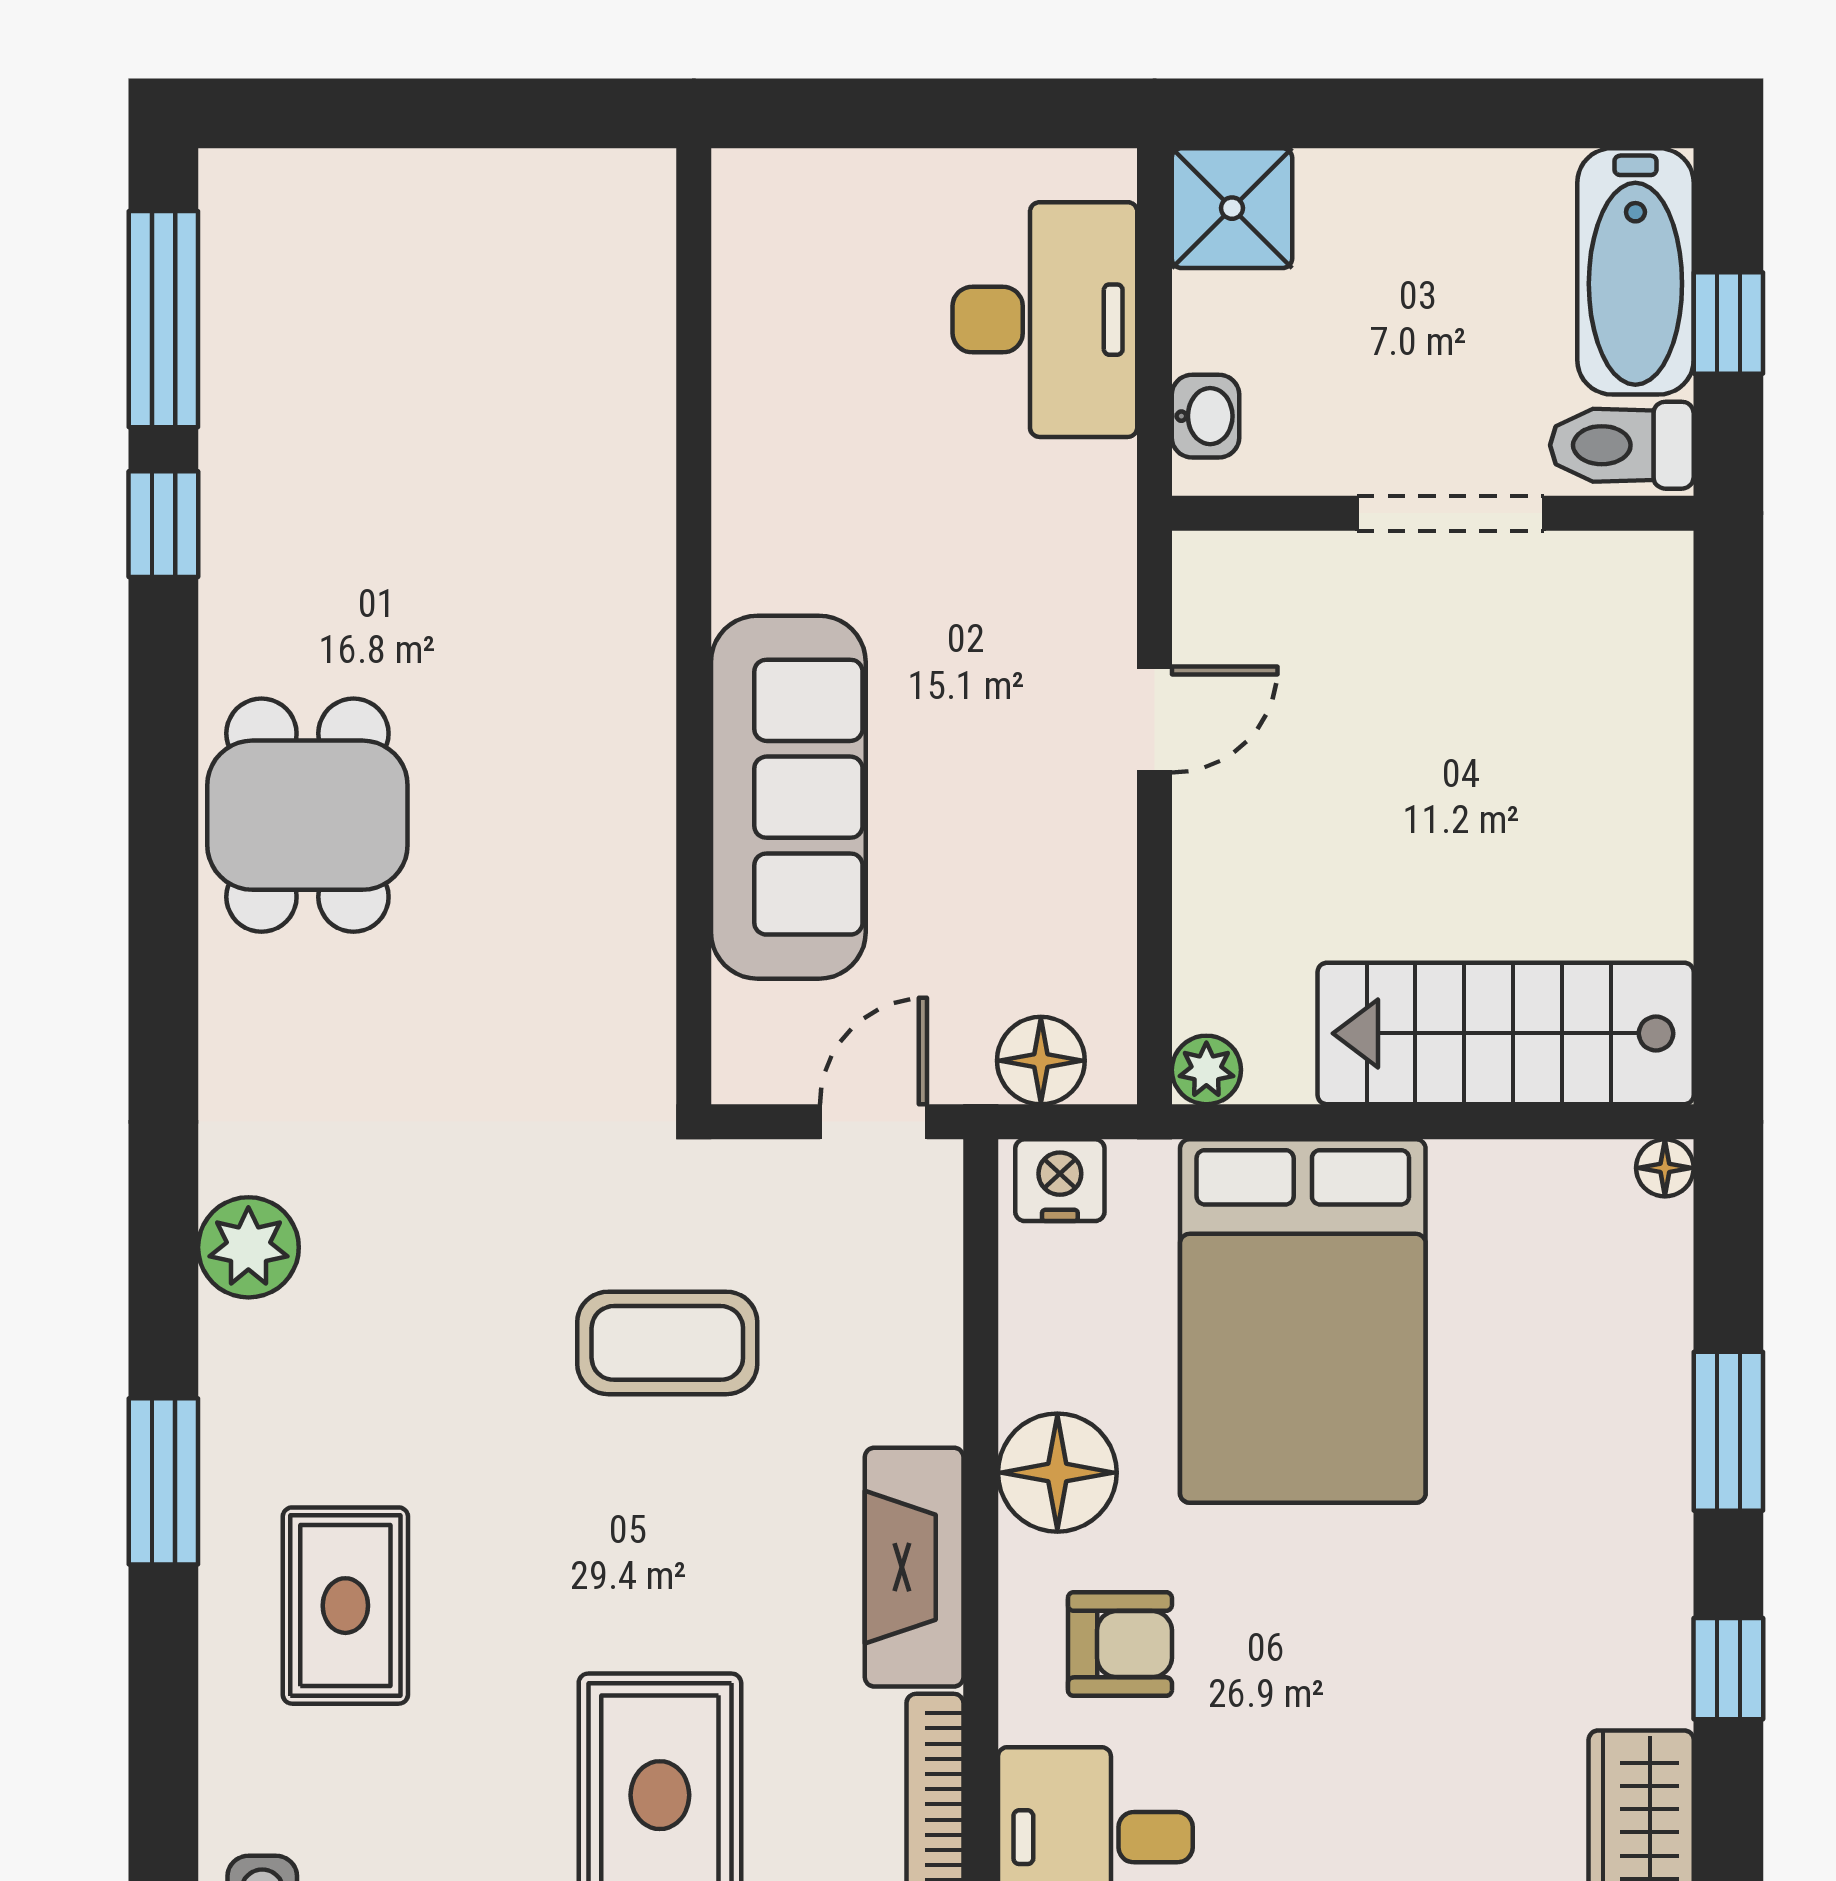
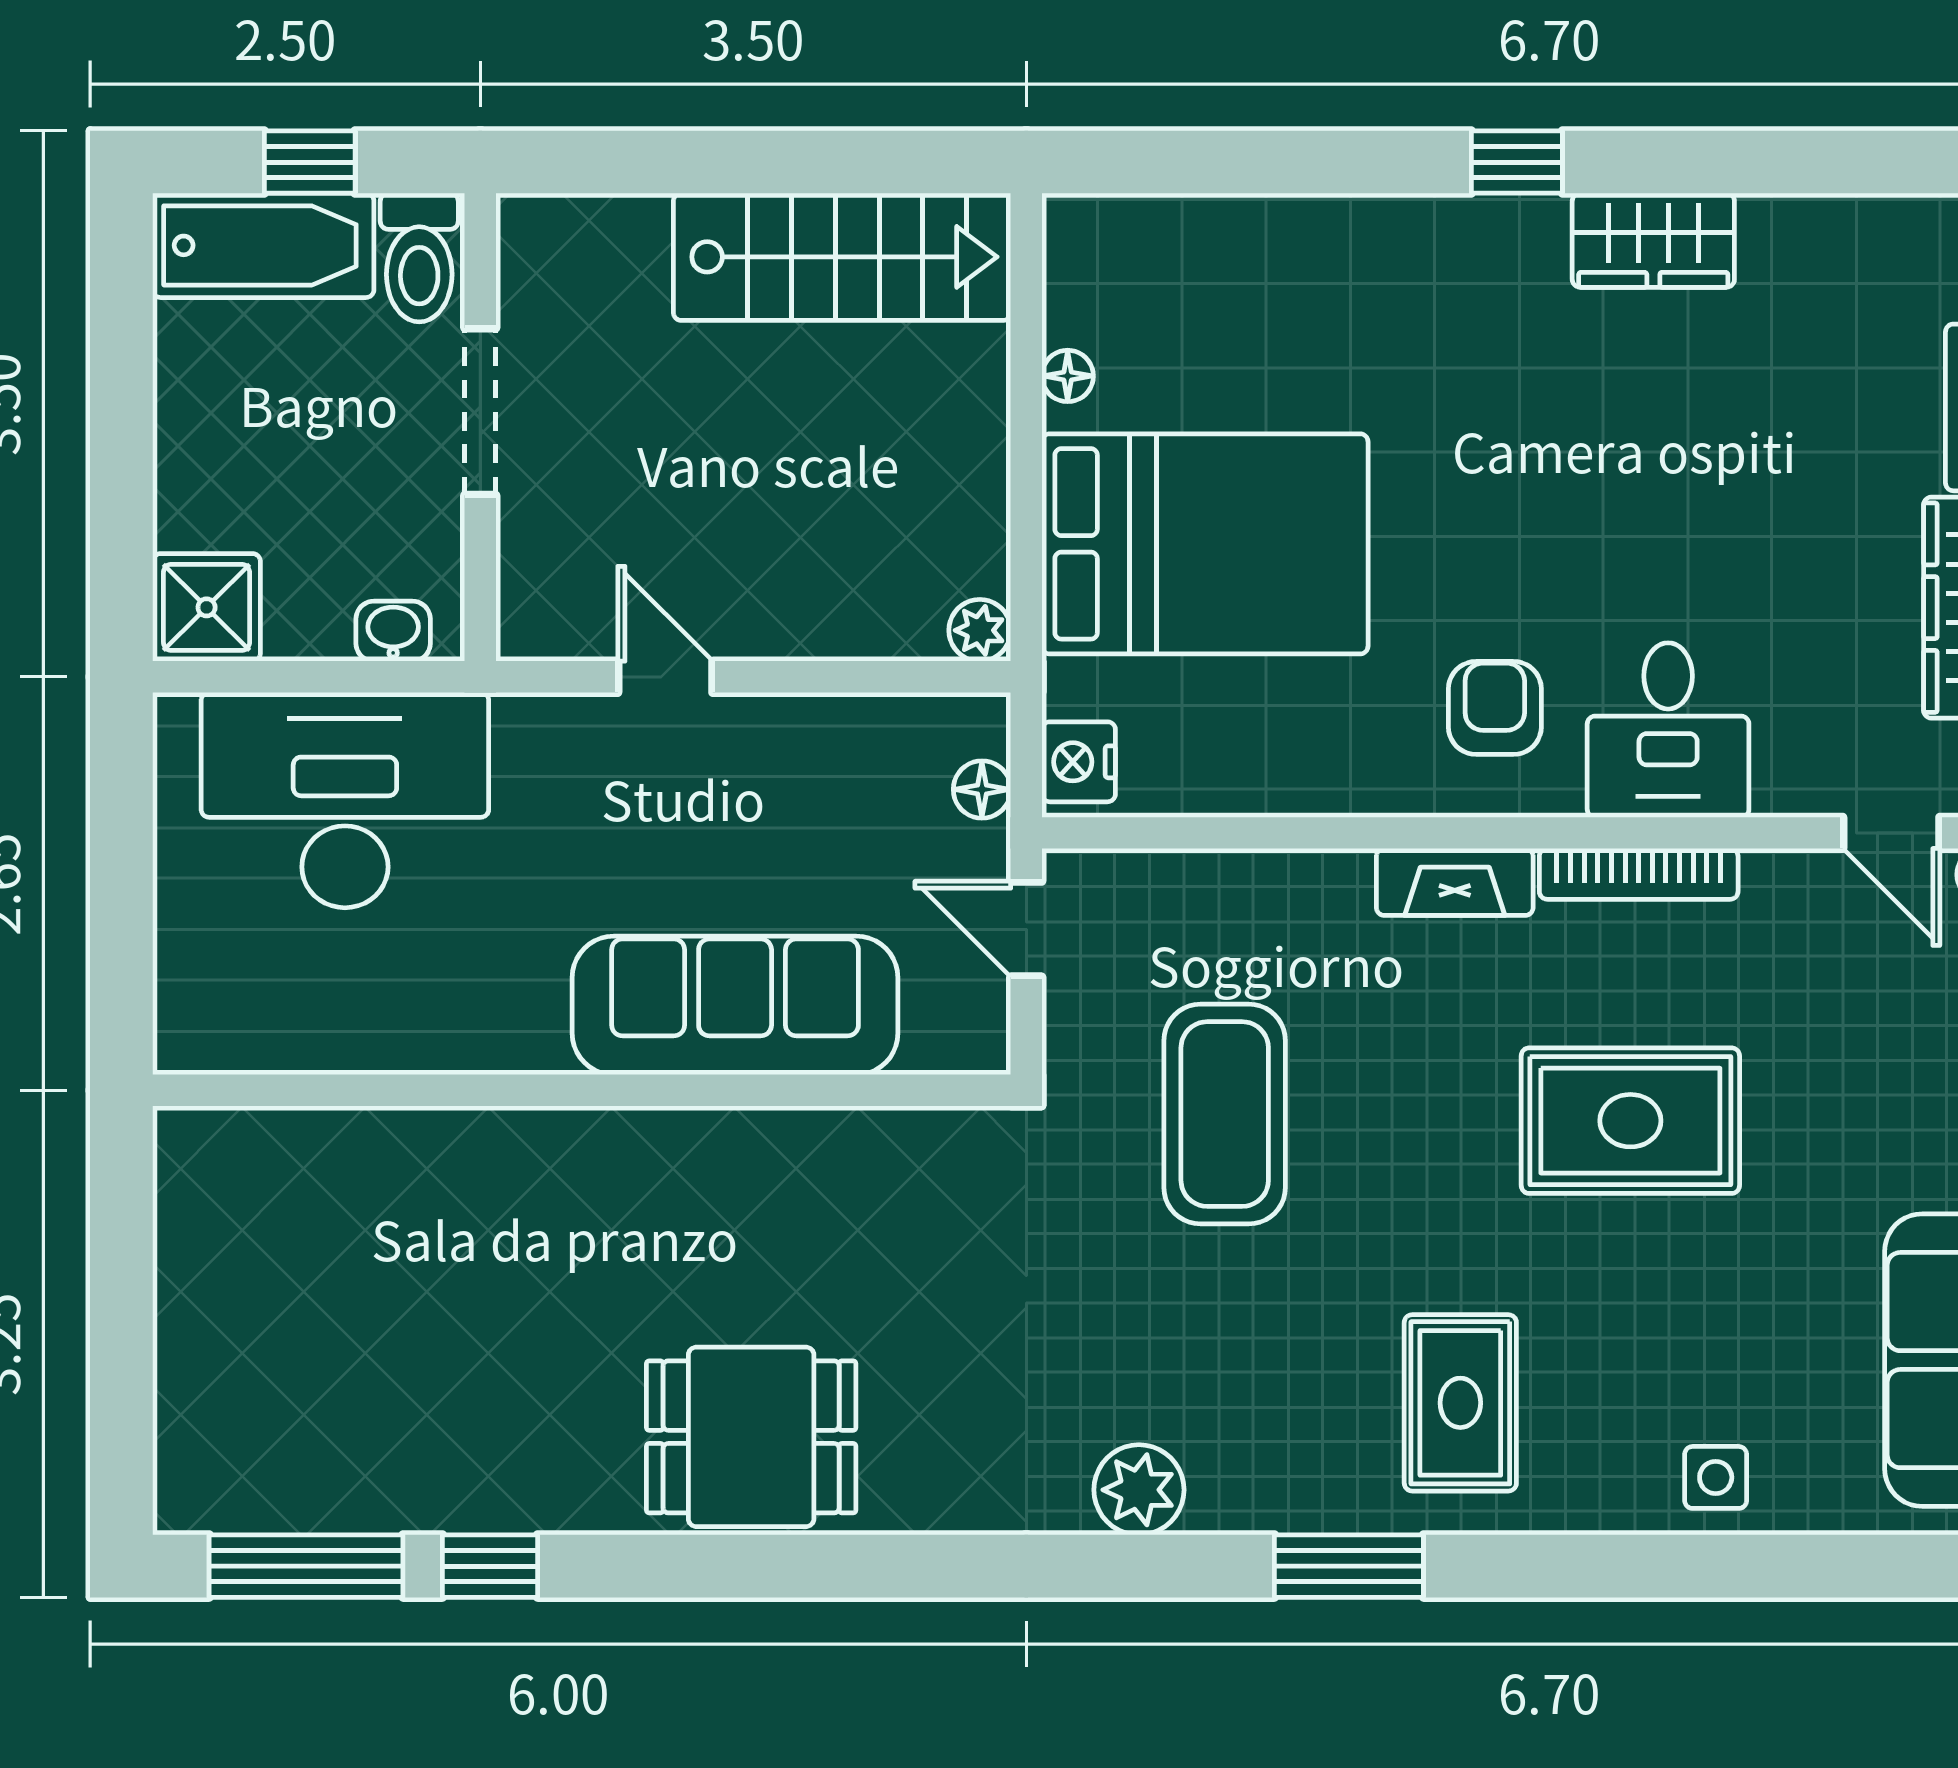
desk: (1045, 320) -> (345, 800), width x1.36, depth x1.30
stairs: (1506, 1033) -> (842, 257), moved, turned -90
floor lamp: (1041, 1061) -> (982, 789), width x0.73, depth x0.73
floor lamp: (1665, 1168) -> (1068, 376), moved
coffee table: (667, 1343) -> (1225, 1114), width x1.36, depth x1.32
window: (1728, 1431) -> (1304, 162), removed
floor lamp: (1057, 1473) -> (1341, 764), removed
fireplace: (914, 1567) -> (1455, 882), width x0.73, depth x0.76
rug: (345, 1606) -> (1460, 1403), turned 90

